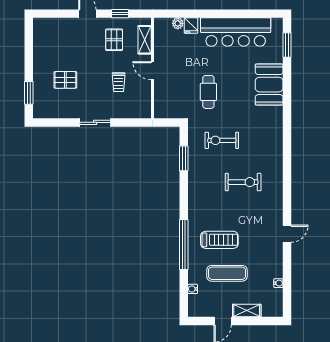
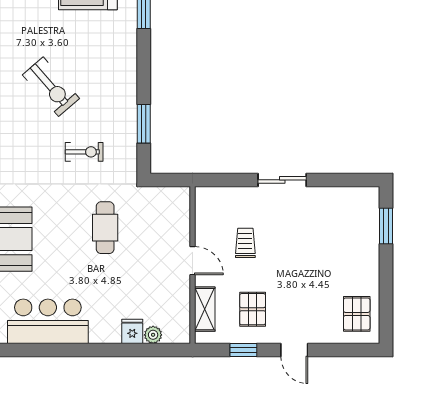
bar counter: (236, 32) -> (48, 321), width x0.73
pallet: (65, 80) -> (357, 314), moved, turned 90
exercise bike: (222, 140) -> (84, 152), width x0.73, depth x0.72
exercise bike: (243, 182) -> (51, 87), turned -131

